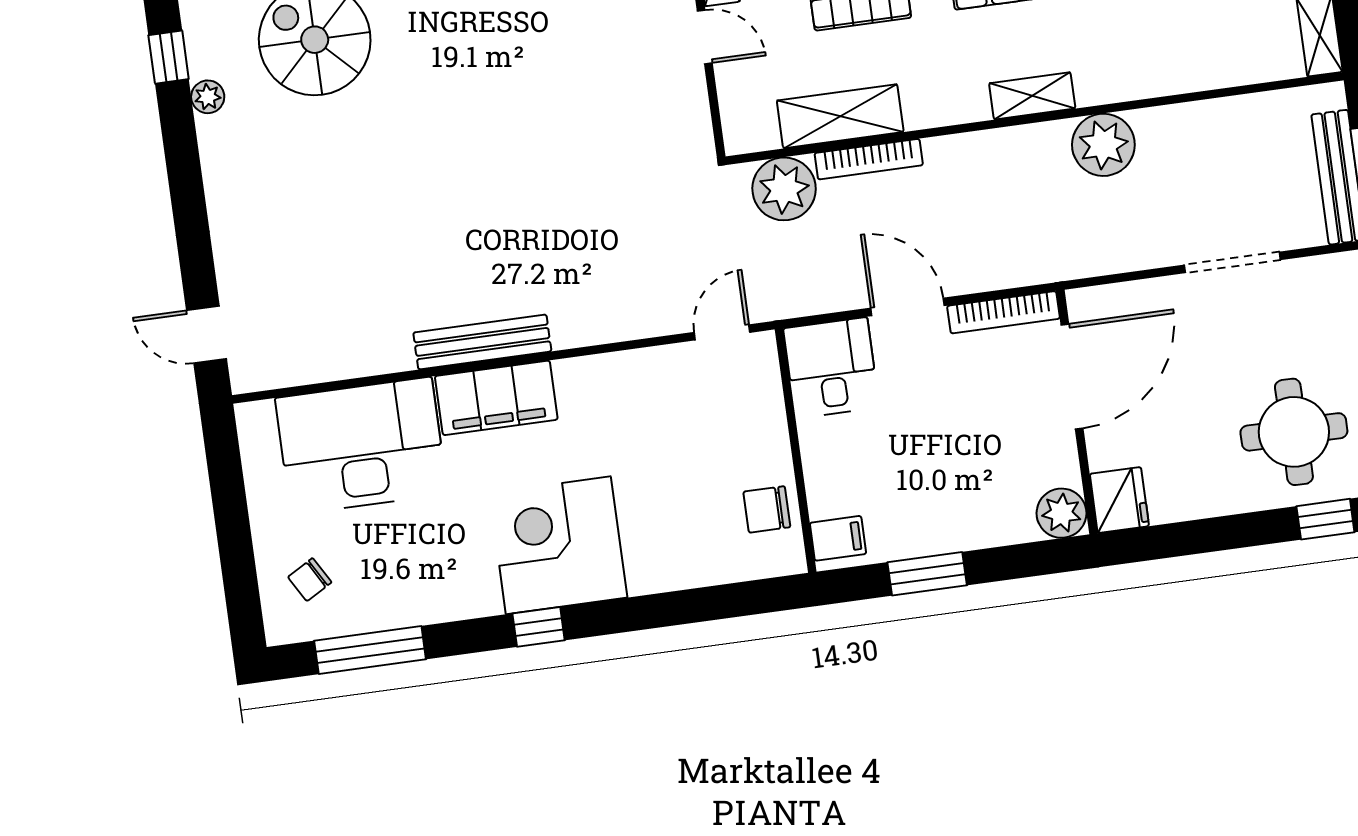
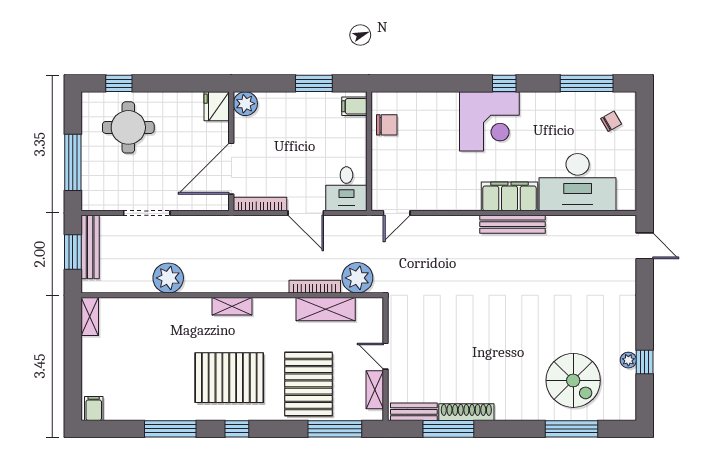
window: (169, 57) -> (645, 362), moved
plant: (1103, 145) -> (168, 278), moved

